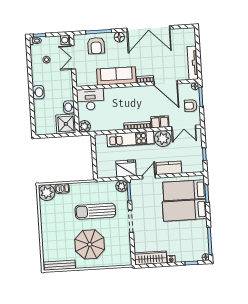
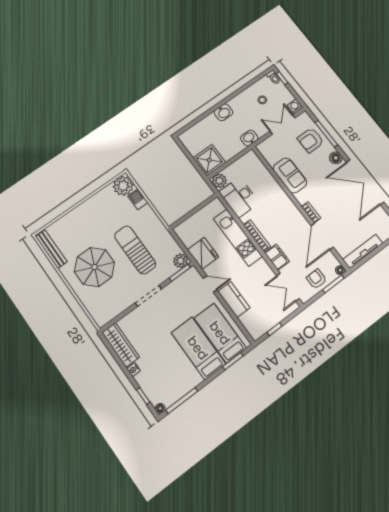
sofa: (116, 76) -> (290, 175), width x0.73
desk: (90, 99) -> (239, 197), moved, turned 180
washbasin: (69, 107) -> (249, 138), moved
plant: (163, 139) -> (261, 272), removed

